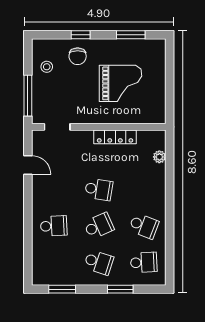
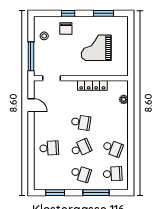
grand piano: (121, 83) -> (96, 48), turned 180
window: (120, 289) -> (96, 193), width x1.44

